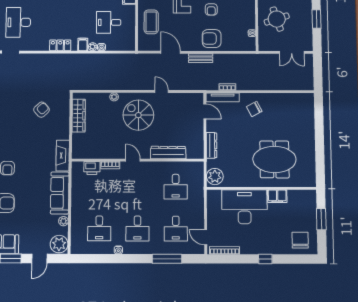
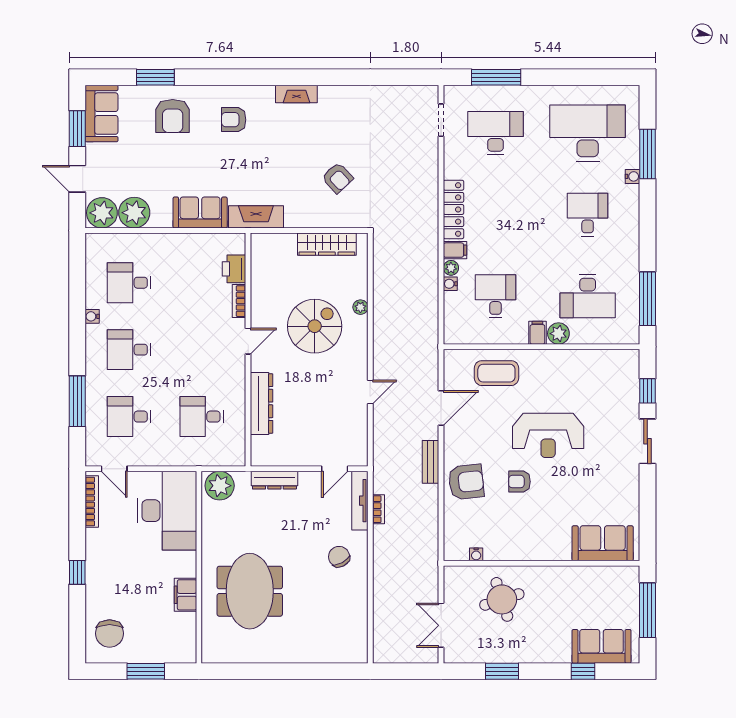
armchair: (212, 39) -> (466, 482), turned 84
locker: (60, 45) -> (454, 209), width x1.53
spiral stairs: (138, 115) -> (315, 326), moved
sofa: (60, 193) -> (200, 213), width x0.73
desk: (244, 207) -> (167, 511), moved
plant: (63, 221) -> (134, 213), width x1.88, depth x1.88
door: (206, 237) -> (114, 469), swing flipped
chair: (300, 240) -> (110, 633), turned 90

